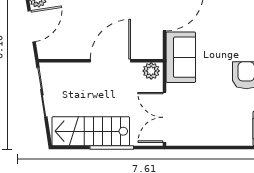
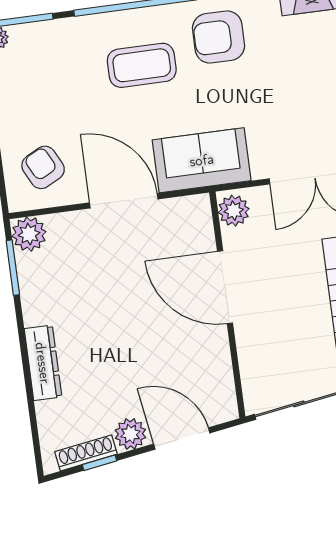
coffee table: (236, 32) -> (142, 65), added

